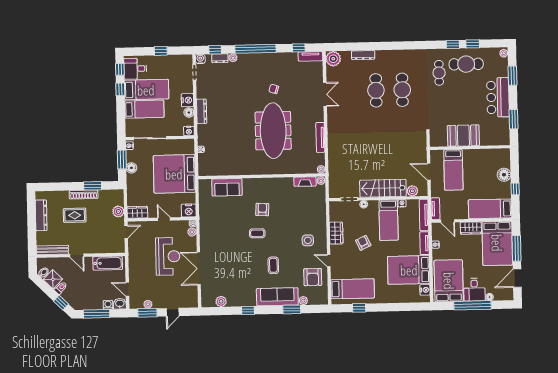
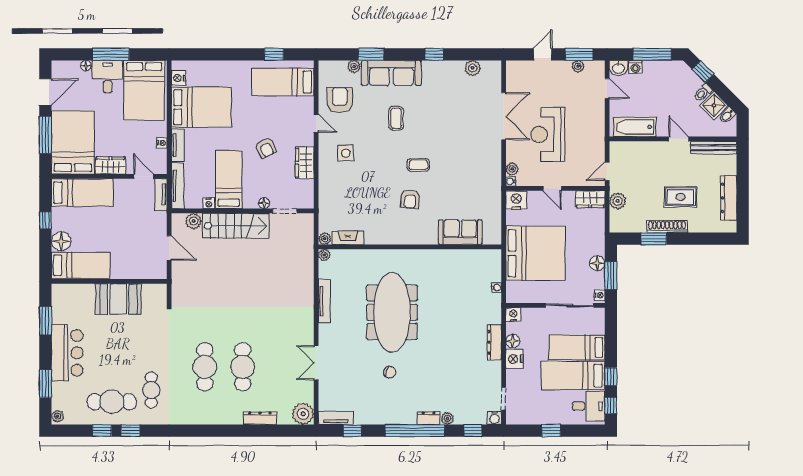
dresser: (220, 58) -> (429, 418), moved
bed: (453, 170) -> (81, 265), moved, turned 90
window: (472, 305) -> (111, 54), width x0.68

